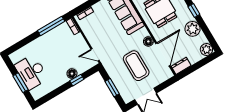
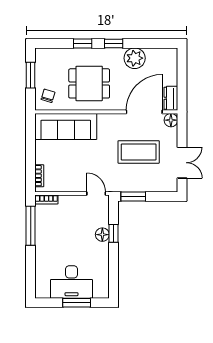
floor lamp: (148, 41) -> (171, 120), moved
plant: (206, 50) -> (169, 56), removed
door: (163, 54) -> (144, 112), hinge flipped
door: (95, 55) -> (96, 193), swing flipped
window: (112, 88) -> (133, 196), moved

